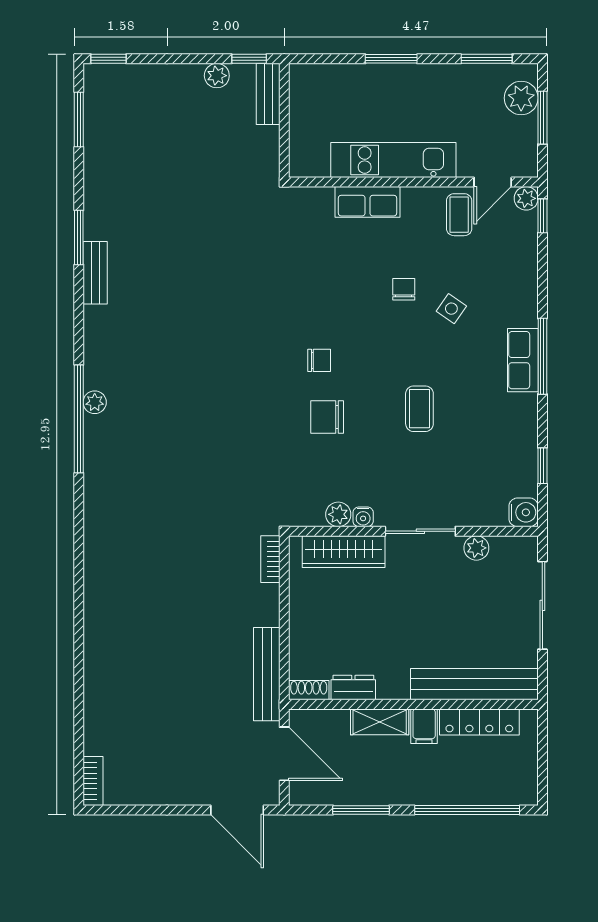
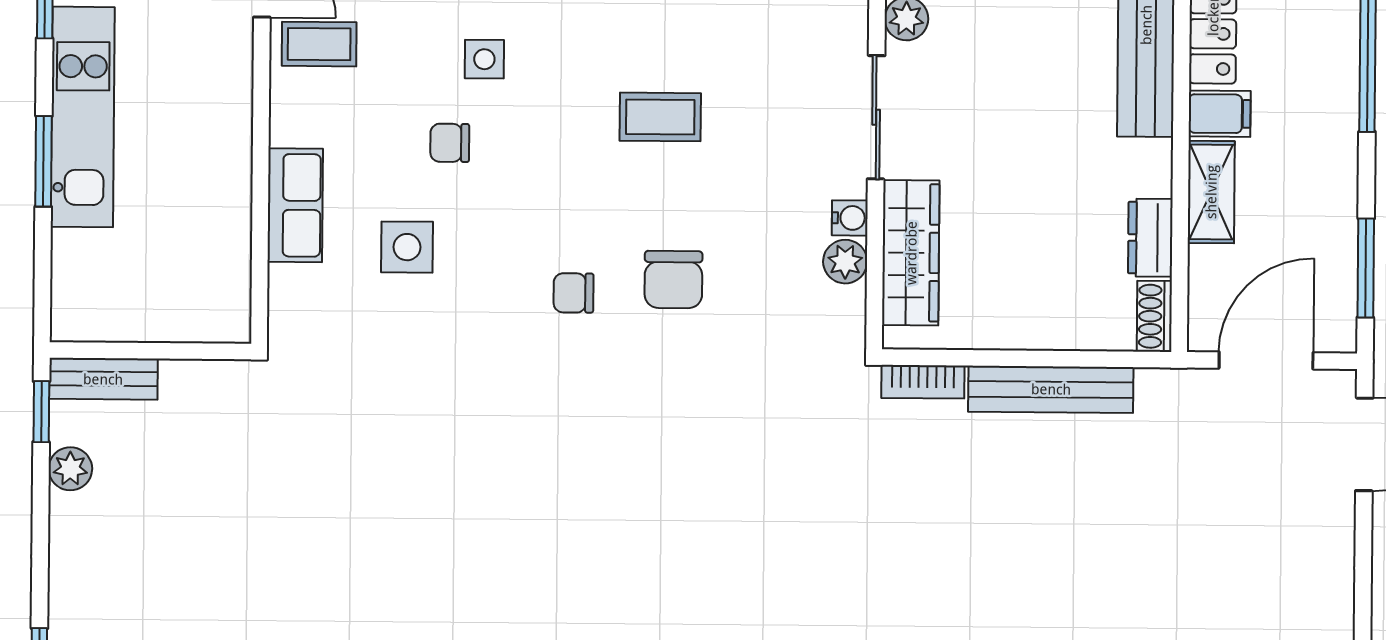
kitchen unit: (393, 160) -> (83, 117), moved, turned 180
side table: (344, 266) -> (407, 247), added
side table: (451, 309) -> (484, 59), turned -35
chair: (319, 360) -> (574, 293), turned -90
bench: (267, 674) -> (1051, 389), moved
window: (361, 810) -> (1366, 268), moved

